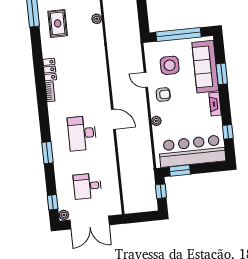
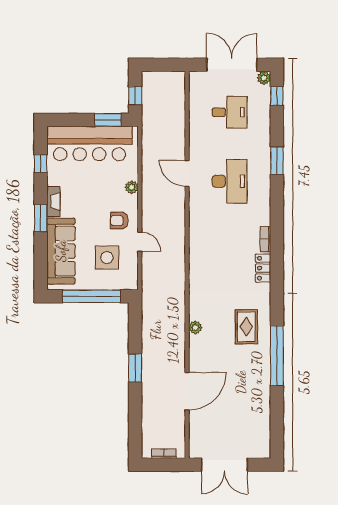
window: (222, 74) -> (41, 218), moved
door: (113, 119) -> (187, 173), moved

